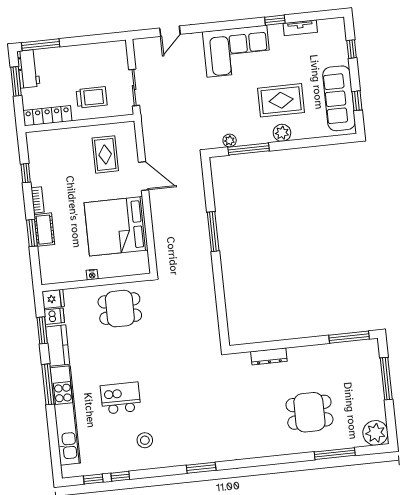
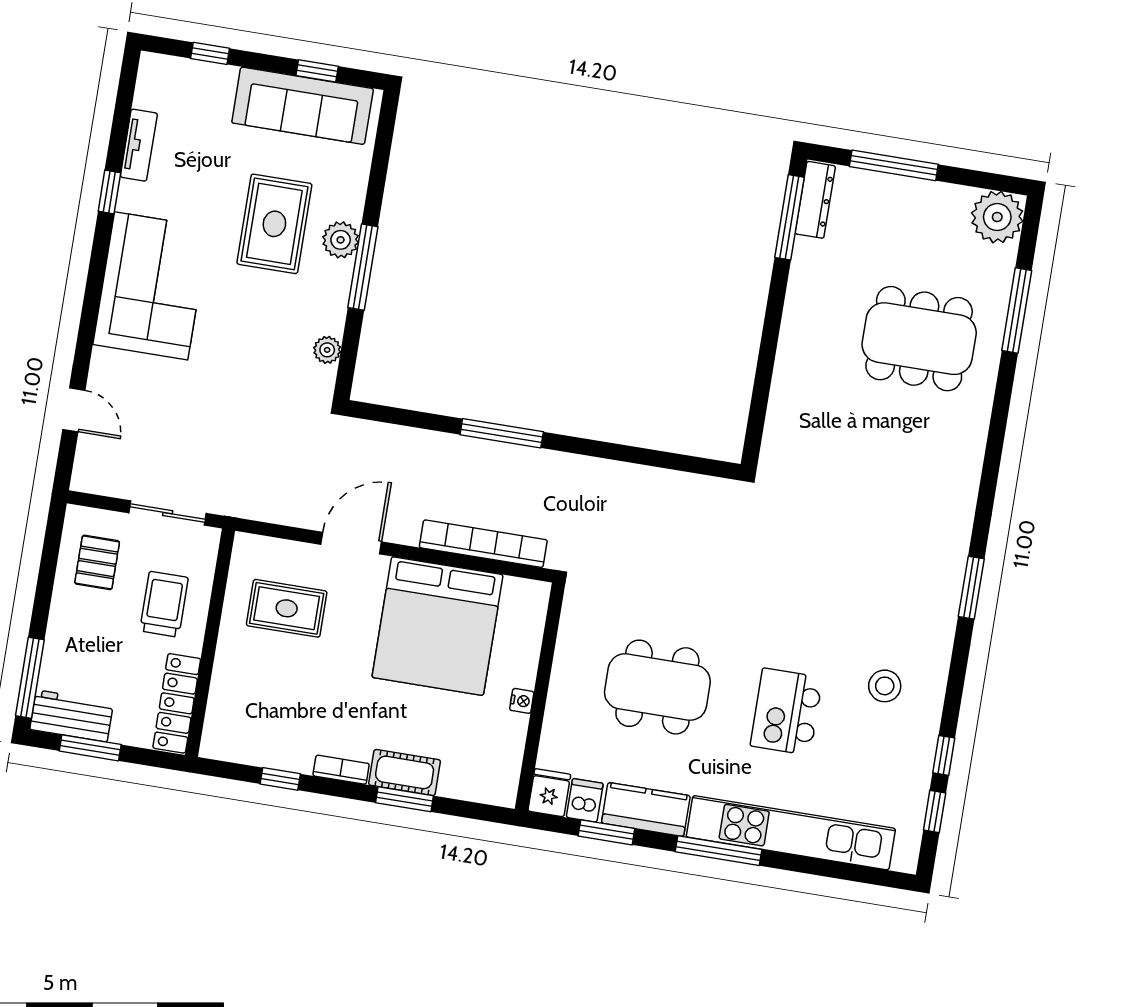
pallet: (102, 61) -> (97, 562), added
window: (249, 149) -> (363, 267), moved
bookcase: (160, 237) -> (483, 544), added
dining table: (120, 309) -> (657, 687), moved, width x1.38
dresser: (269, 356) -> (815, 200), moved
dining table: (309, 412) -> (919, 339), width x1.37

